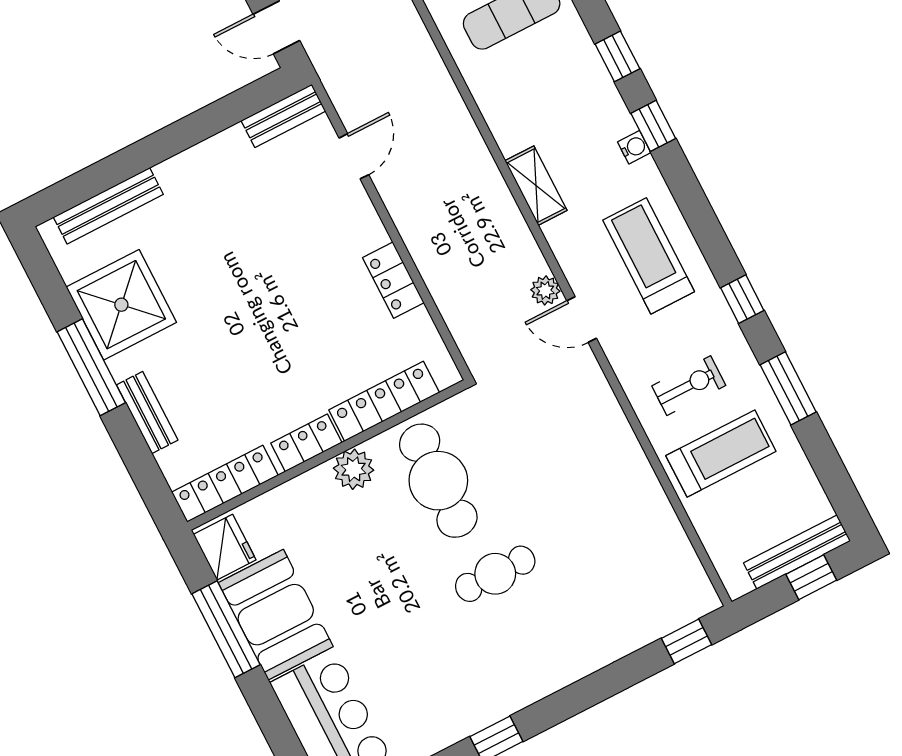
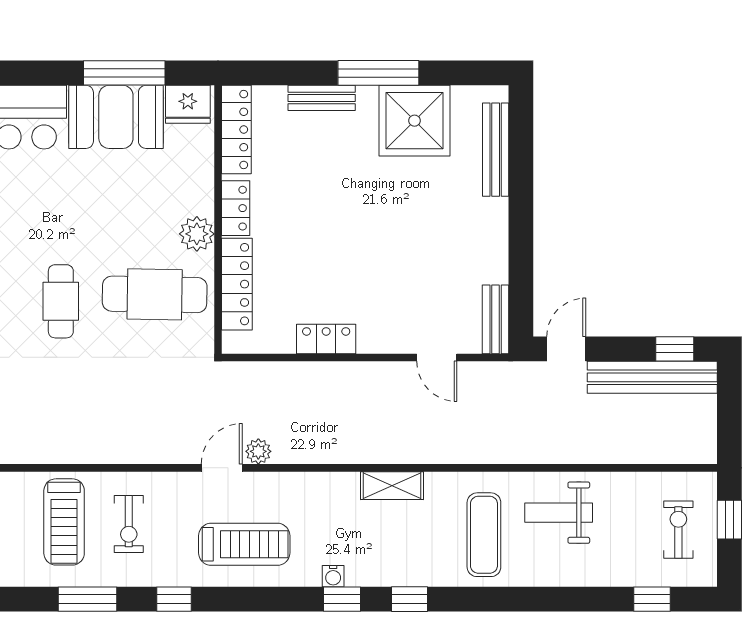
shelving: (536, 186) -> (392, 486), moved

